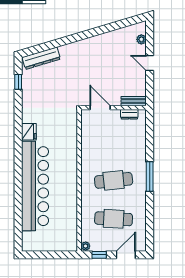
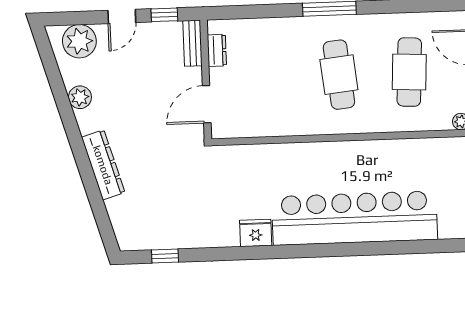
plant: (106, 39) -> (80, 97), added
plant: (141, 39) -> (79, 41), width x1.88, depth x1.88
dresser: (41, 58) -> (103, 165), moved
window: (150, 86) -> (164, 15), added

